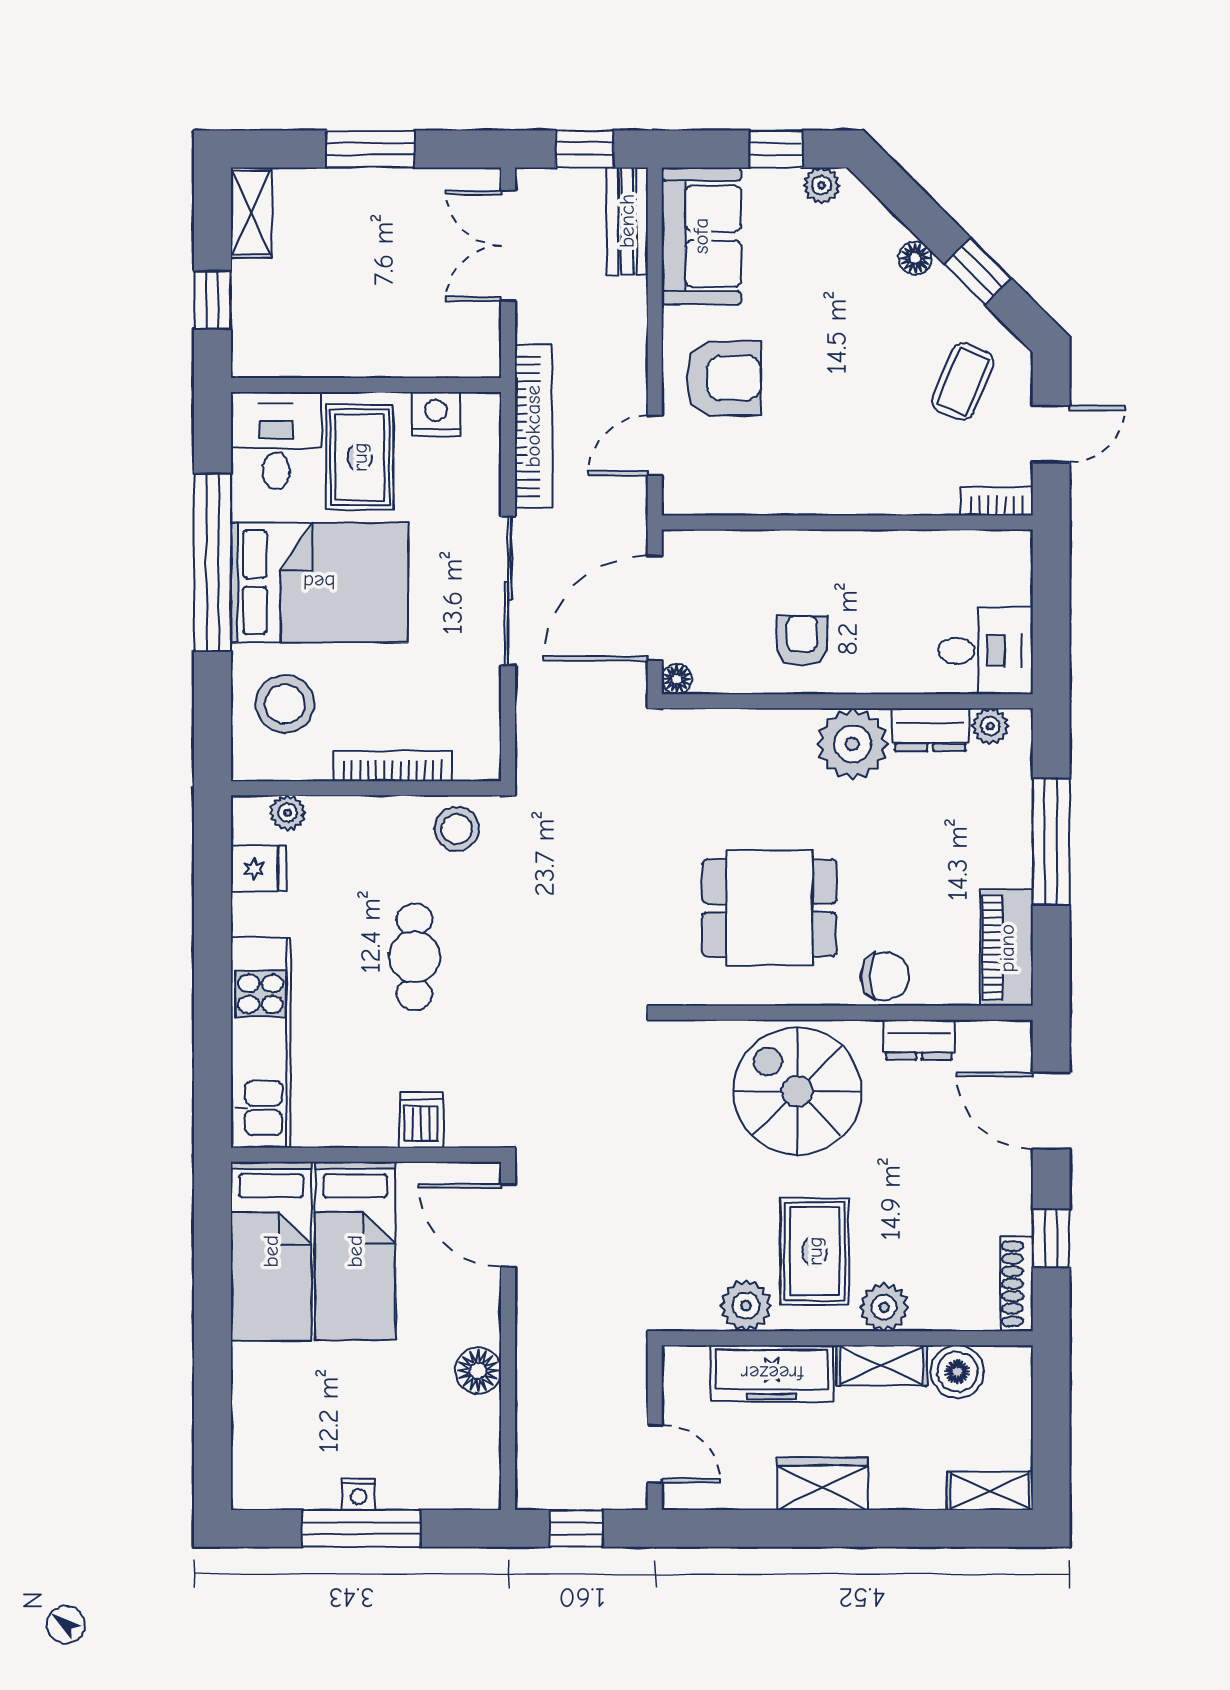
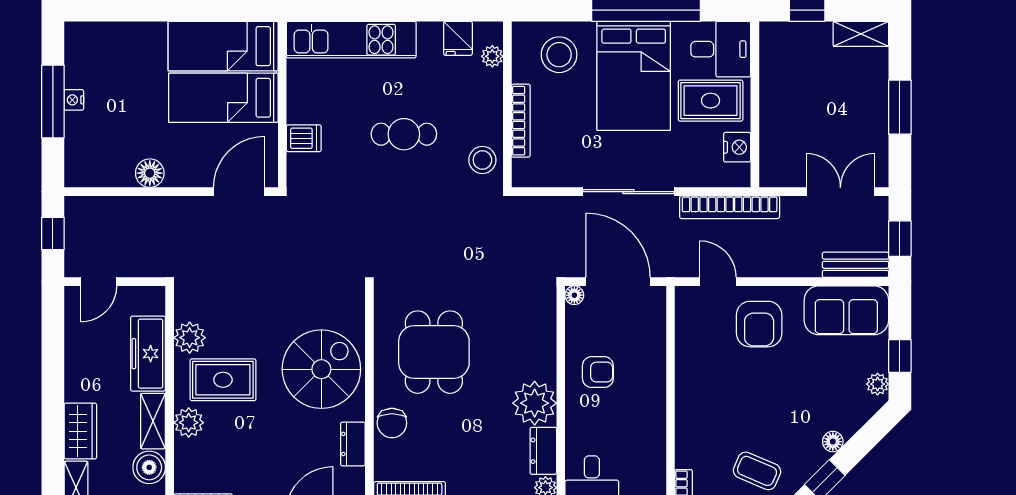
wardrobe: (822, 1484) -> (80, 431), moved

